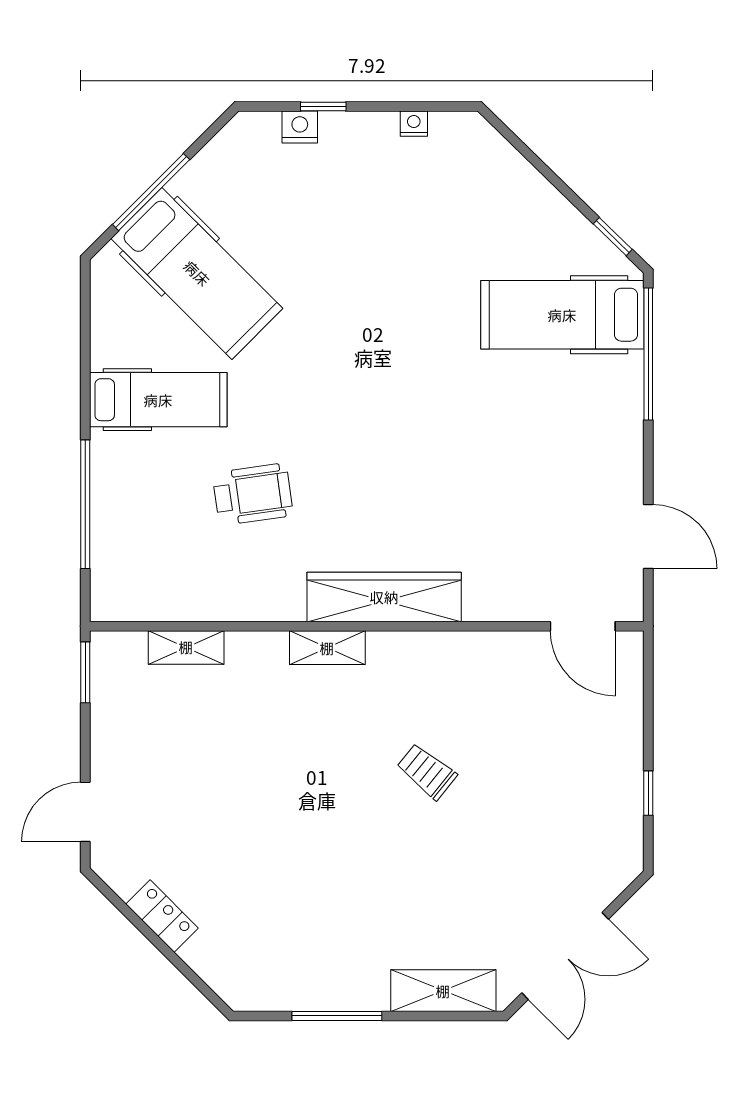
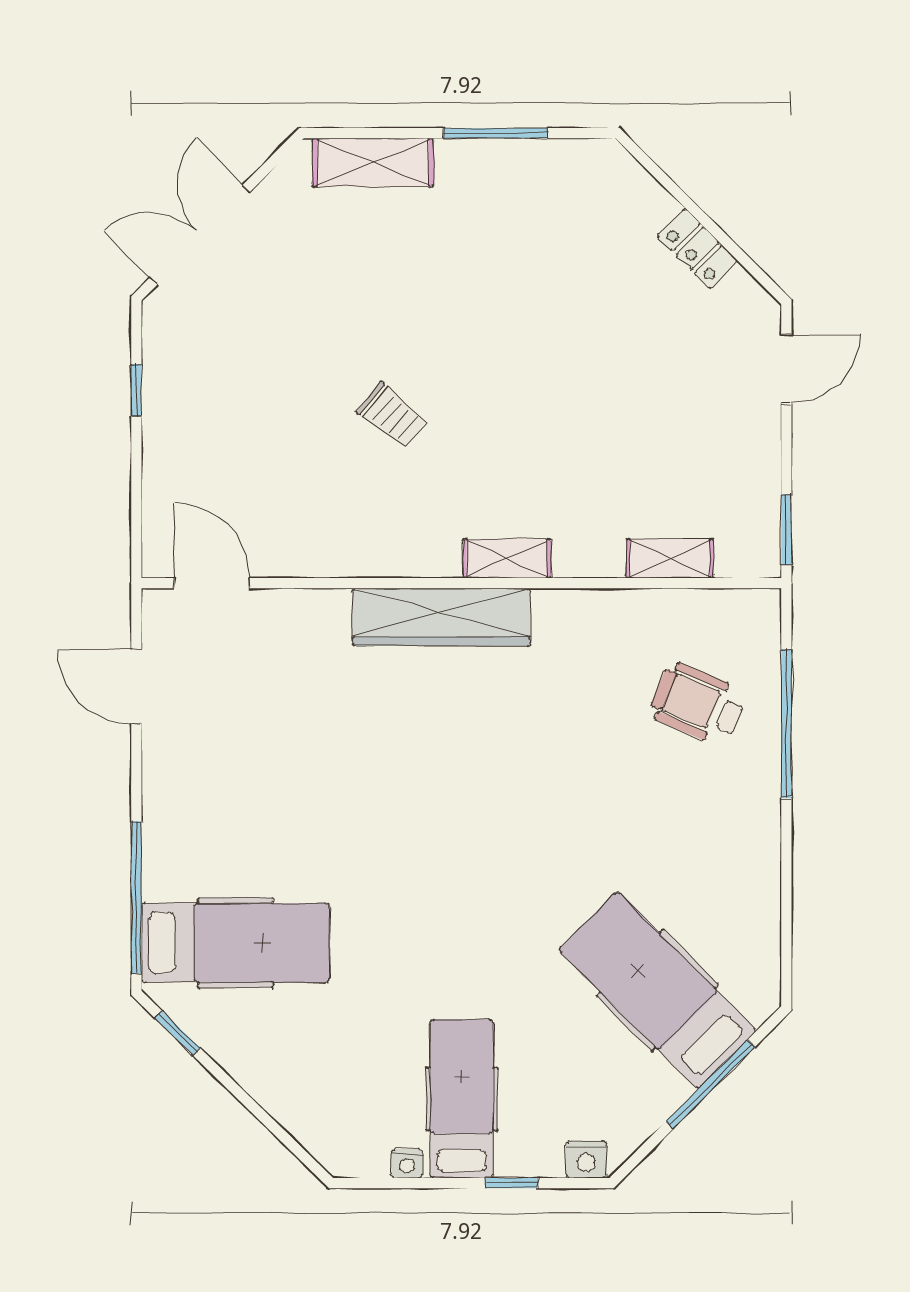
nightstand: (300, 127) -> (586, 1159), moved
hospital bed: (158, 400) -> (462, 1099), moved, turned 90
wheelchair: (253, 494) -> (698, 704), moved, turned 31
double door: (565, 956) -> (200, 235), moved

